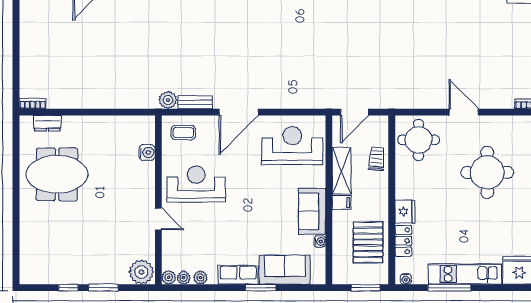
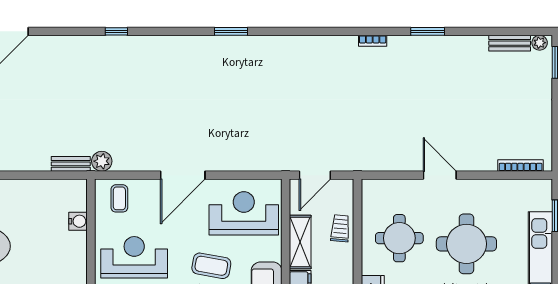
bench: (195, 102) -> (71, 164), moved
coffee table: (183, 133) -> (119, 198), turned 90
round table: (419, 140) -> (399, 238), moved
coffee table: (264, 192) -> (211, 266), added

